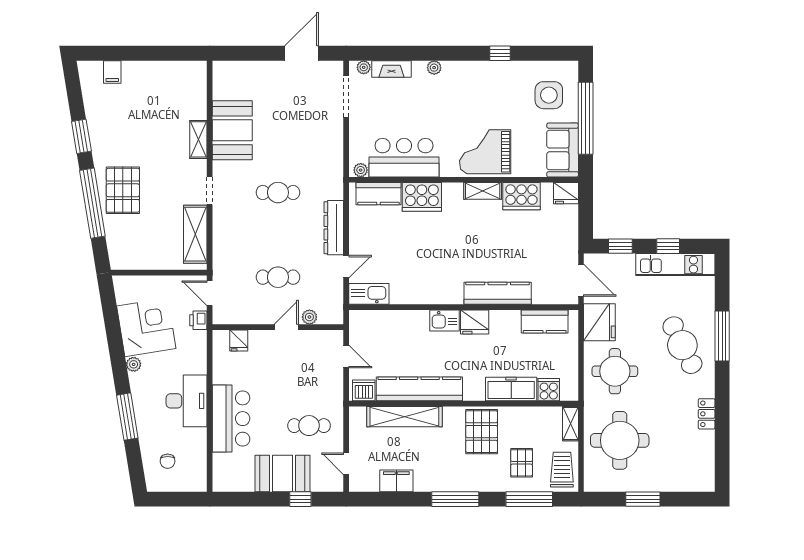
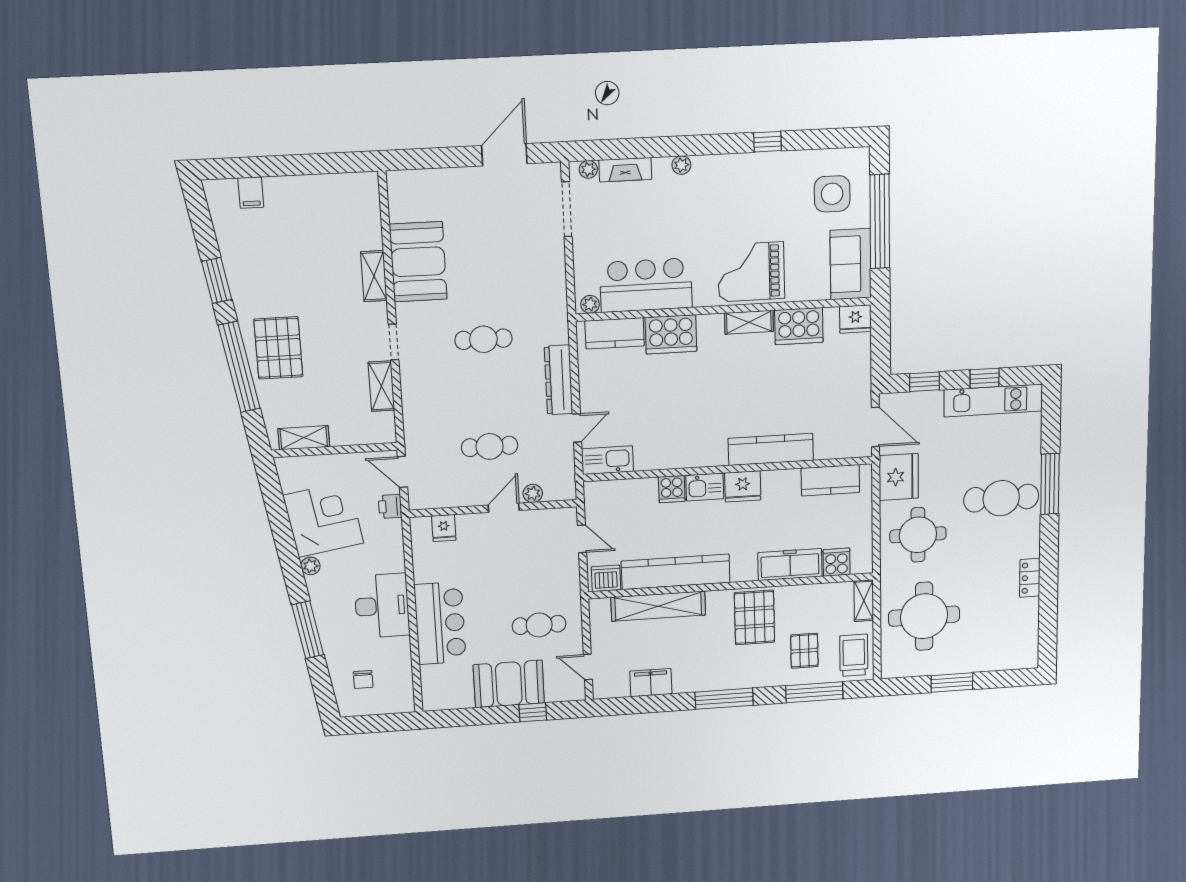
shelving: (195, 234) -> (381, 386), width x0.67, depth x0.75
shelving: (137, 261) -> (304, 438), added
cooker: (418, 321) -> (672, 489), added
cafe table: (682, 345) -> (1001, 498), turned -64

